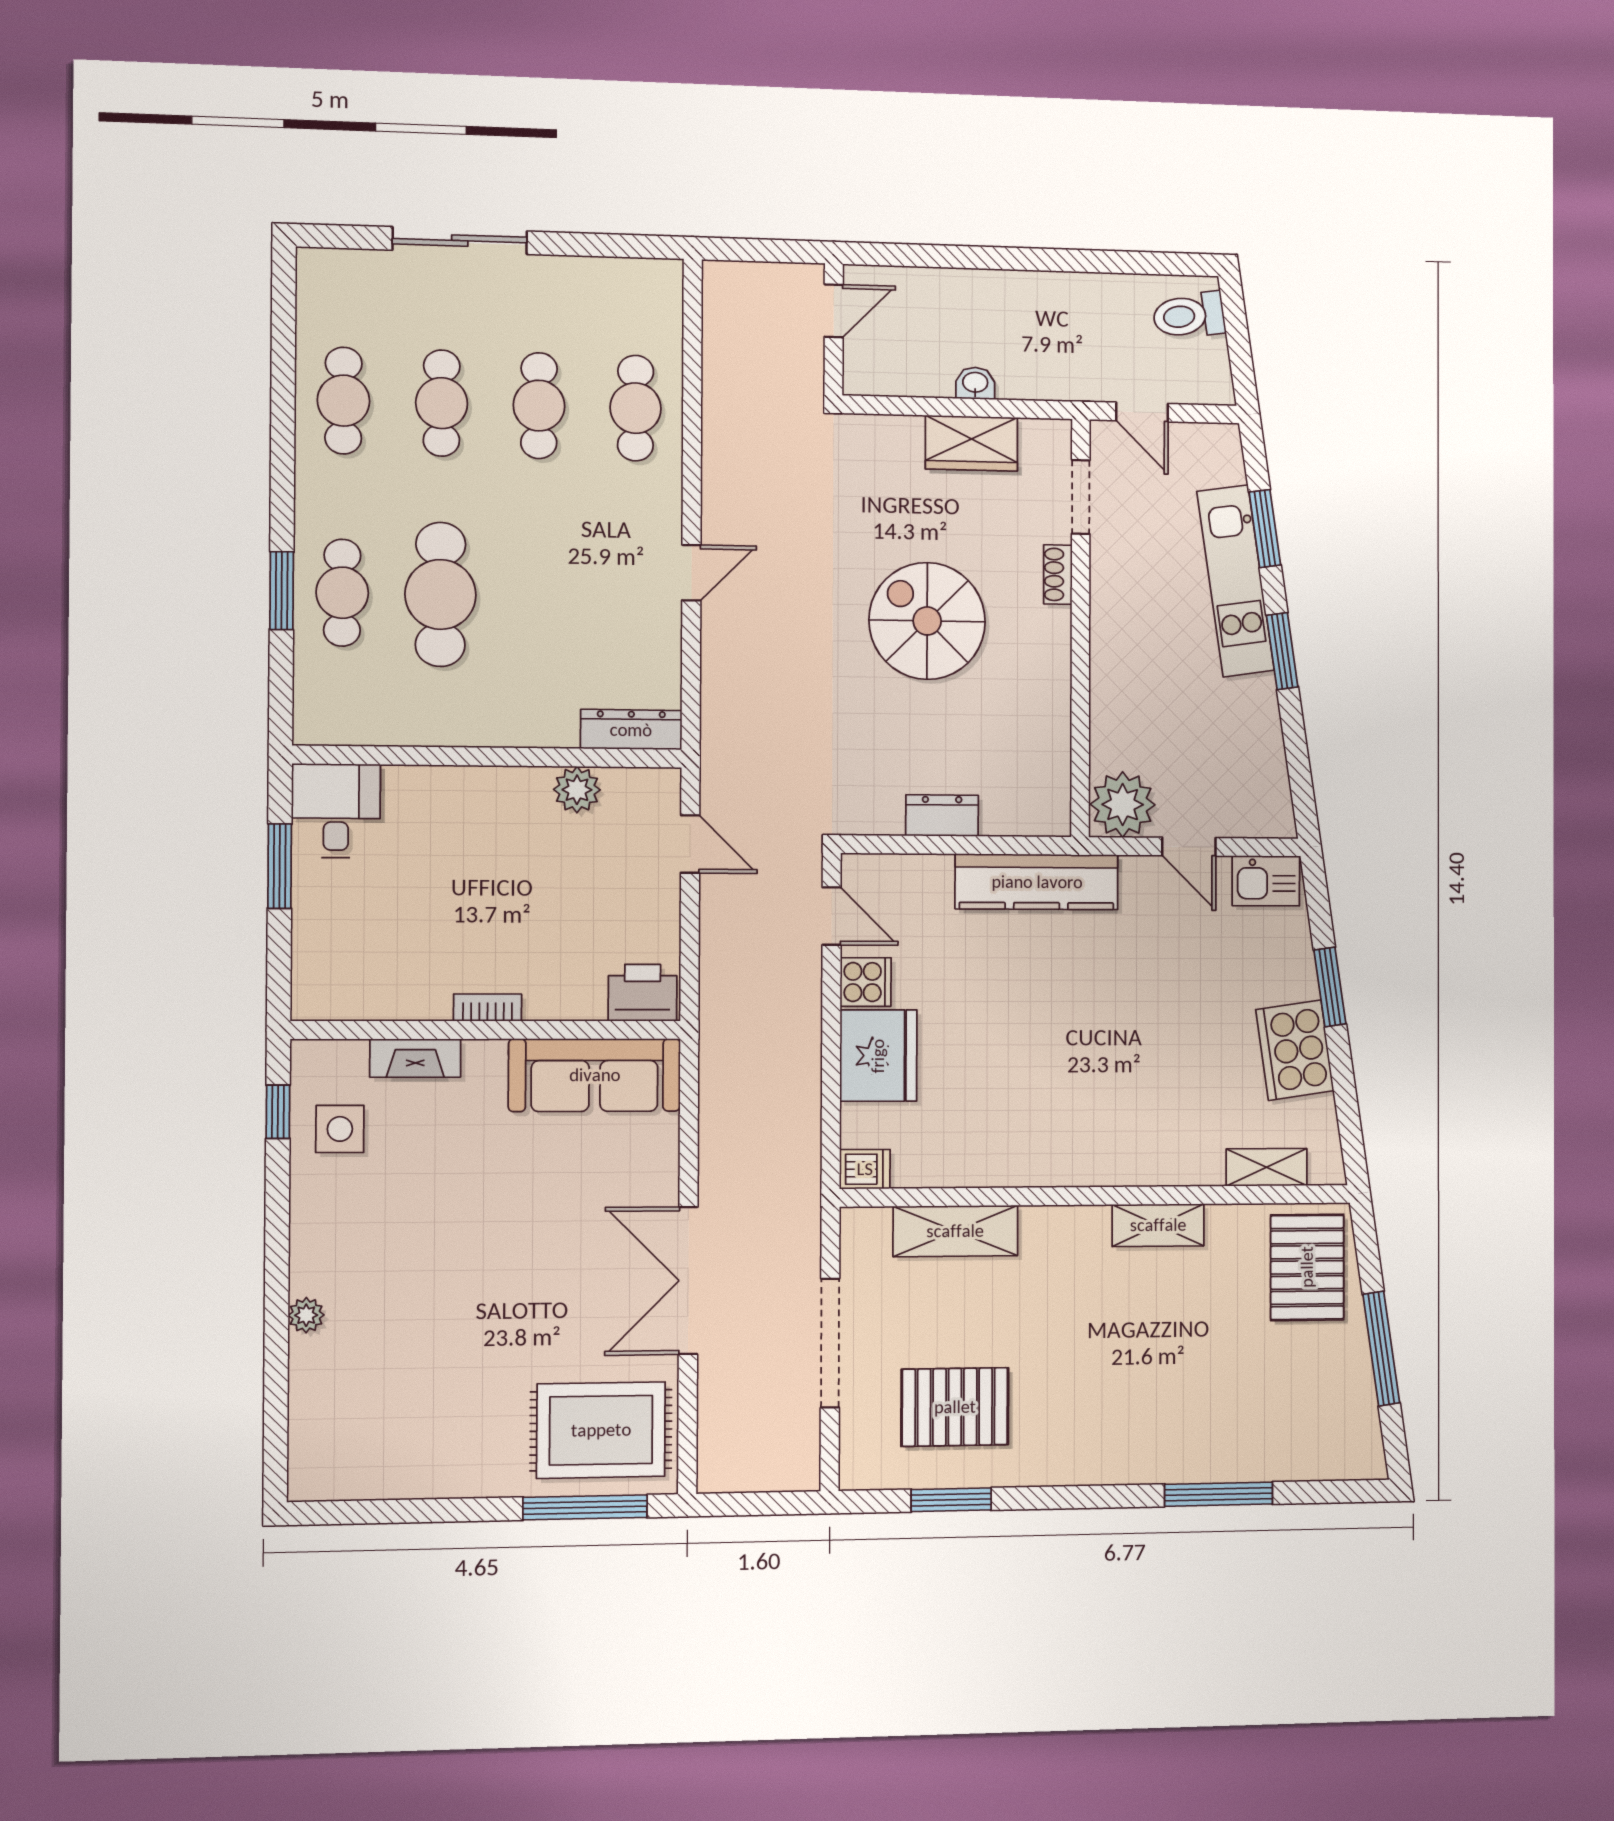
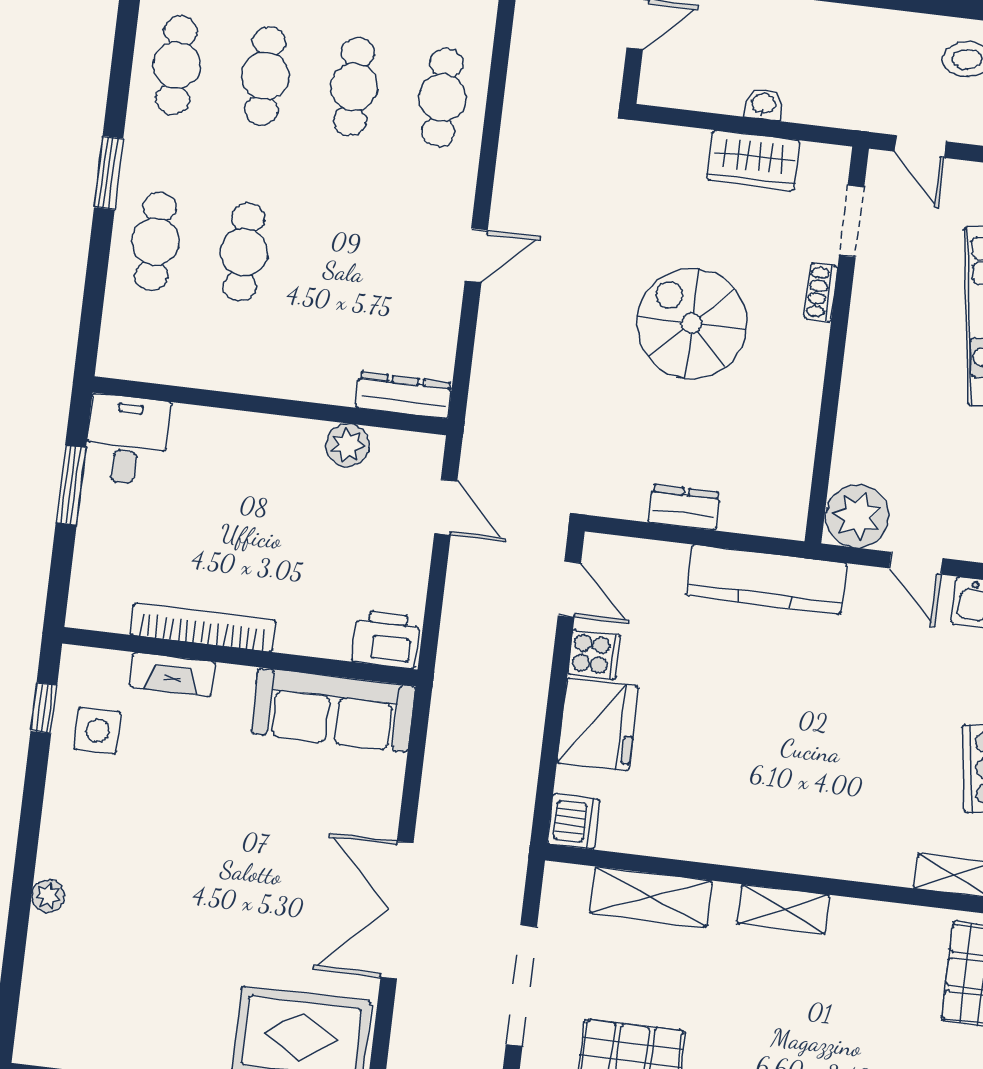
window: (282, 591) -> (109, 173), moved
cafe table: (440, 594) -> (244, 252), width x0.73, depth x0.74
bookcase: (488, 1007) -> (203, 627), width x2.31, depth x1.31
dishwasher: (865, 1169) -> (573, 822), width x1.38
shelving: (1158, 1225) -> (783, 909), moved

